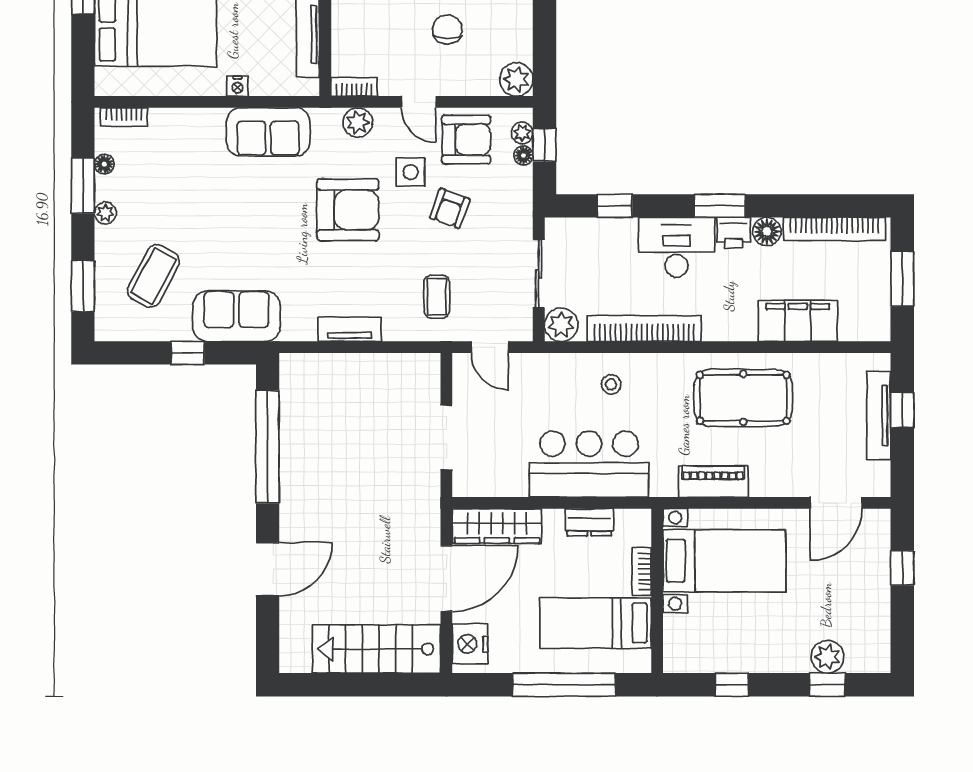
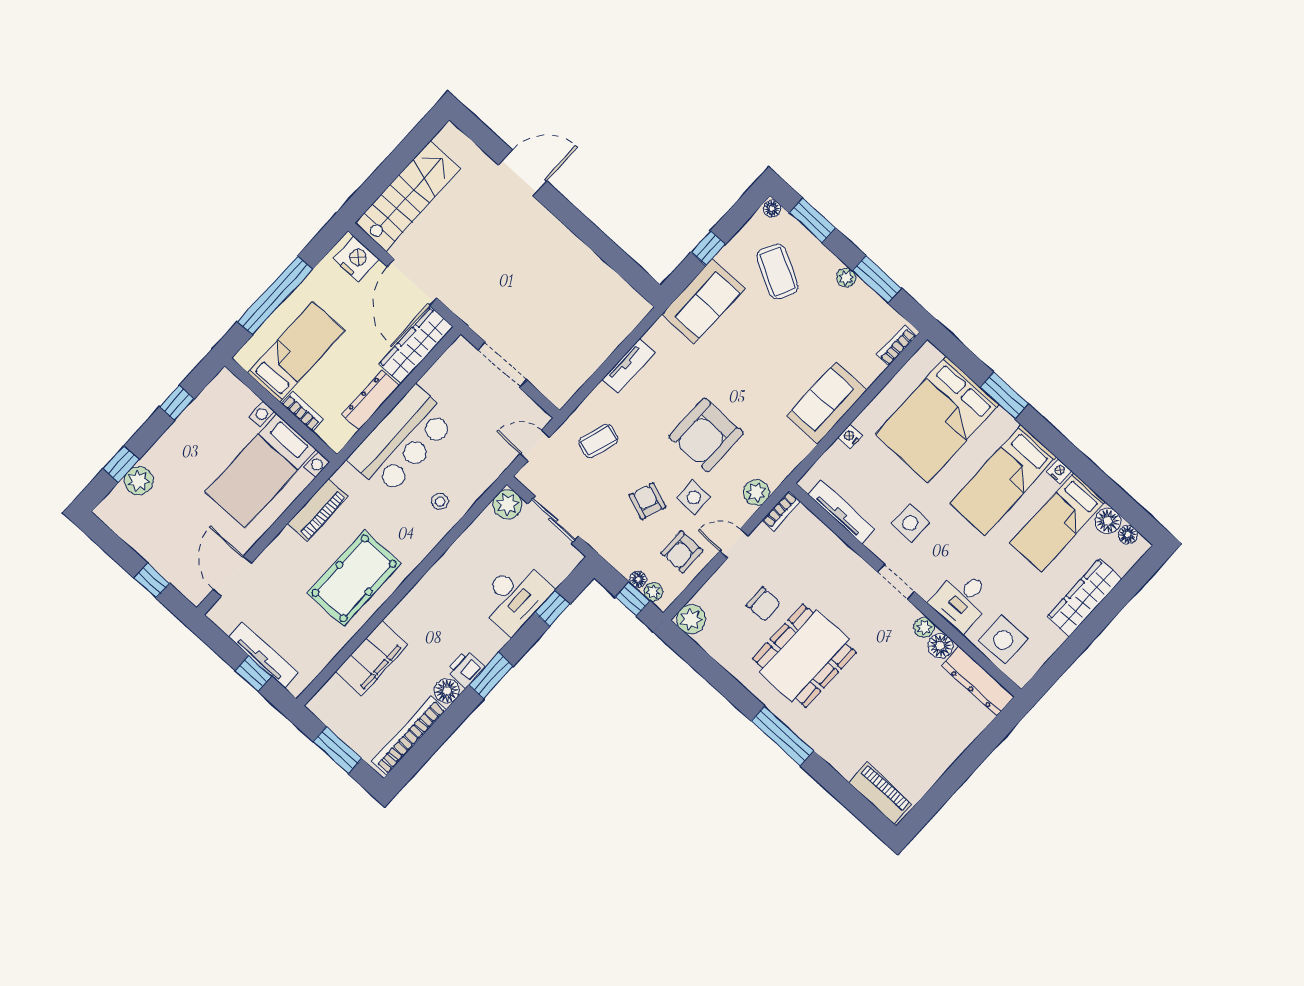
sofa: (268, 132) -> (827, 403), moved
armchair: (466, 140) -> (682, 552), width x0.72, depth x0.72
floor lamp: (104, 164) -> (772, 209), moved
desk: (676, 247) -> (514, 597), moved
coffee table: (437, 297) -> (598, 441), turned -73
bookcase: (644, 328) -> (456, 556), removed
window: (268, 447) -> (601, 245), removed
dresser: (589, 522) -> (371, 400), width x1.44
door: (268, 569) -> (523, 173), swing flipped

